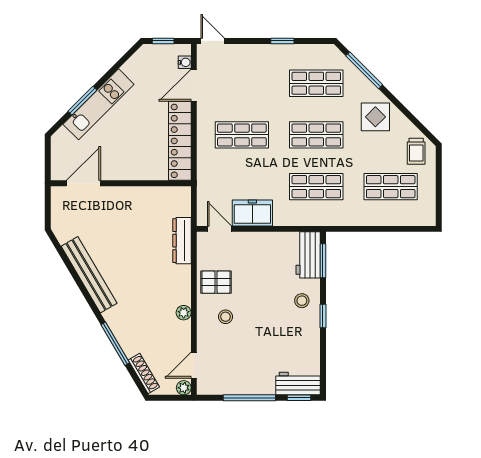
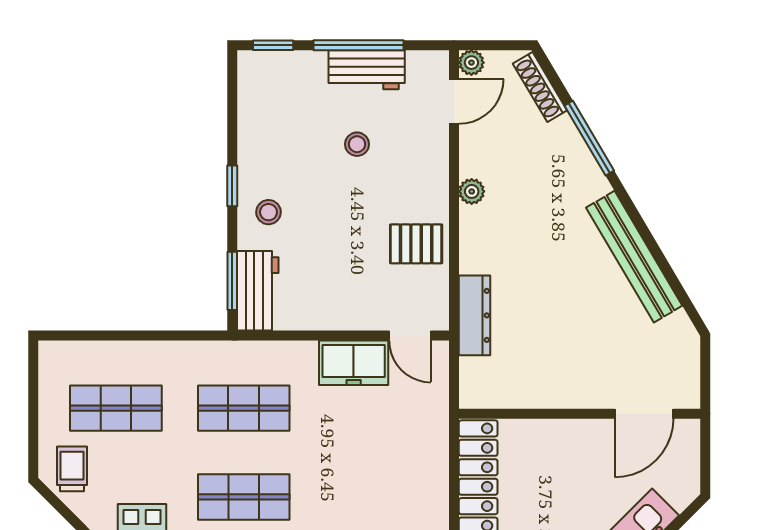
shop shelf: (242, 135) -> (372, 497), removed
stool: (225, 317) -> (357, 144), moved
workbench: (298, 384) -> (367, 70), moved

